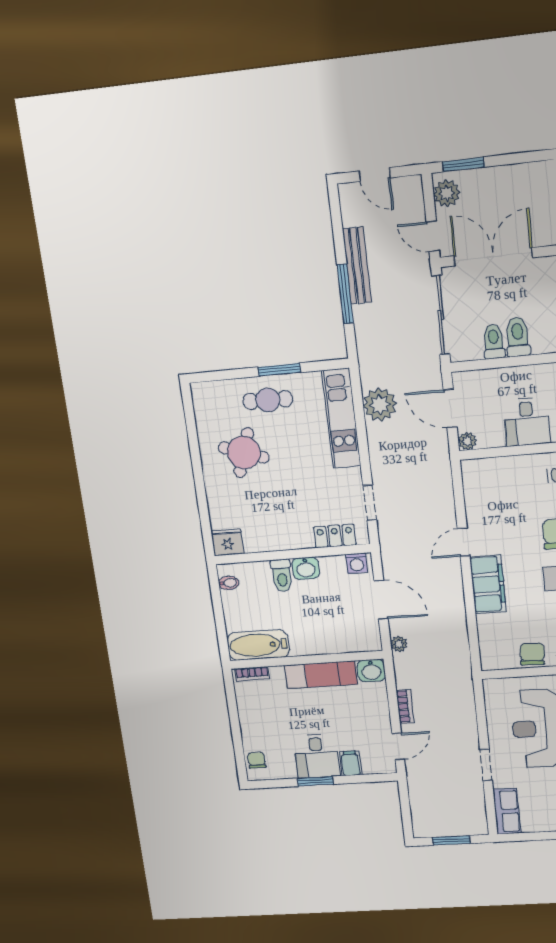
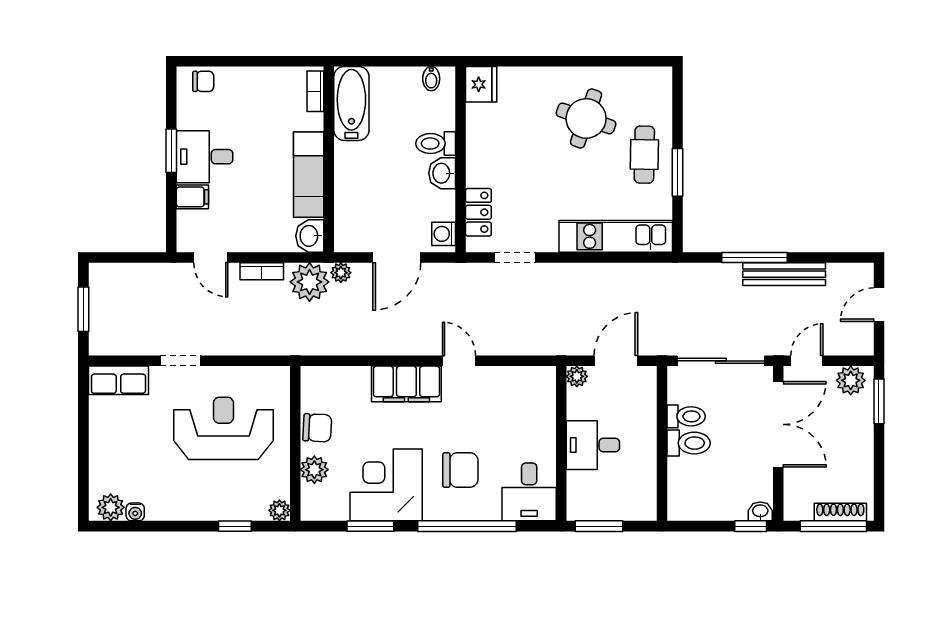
plant: (380, 405) -> (310, 282), moved

